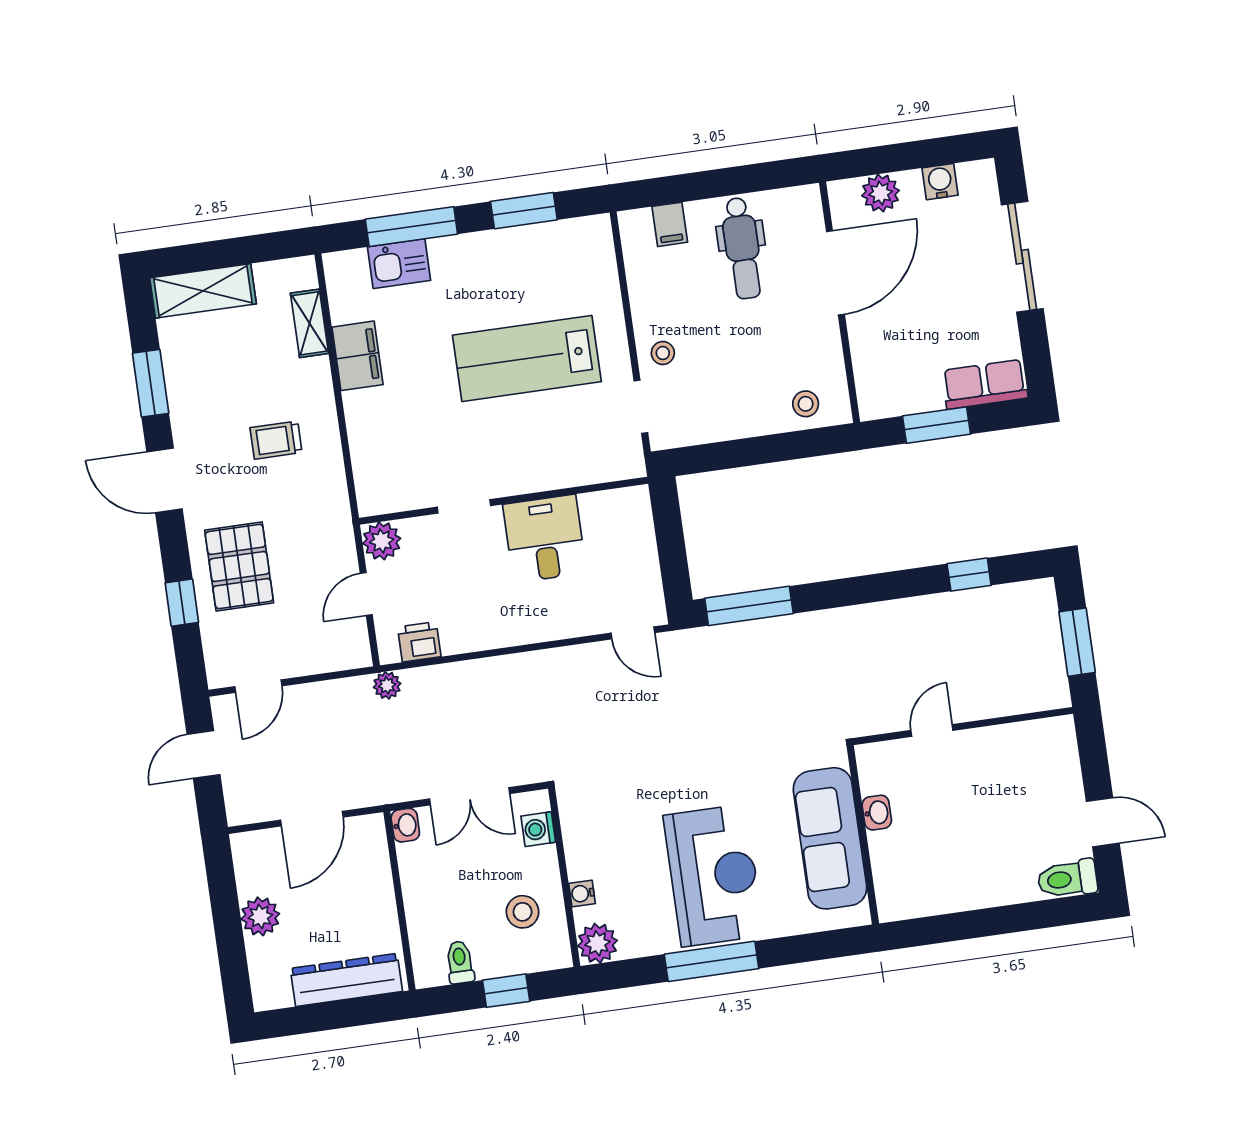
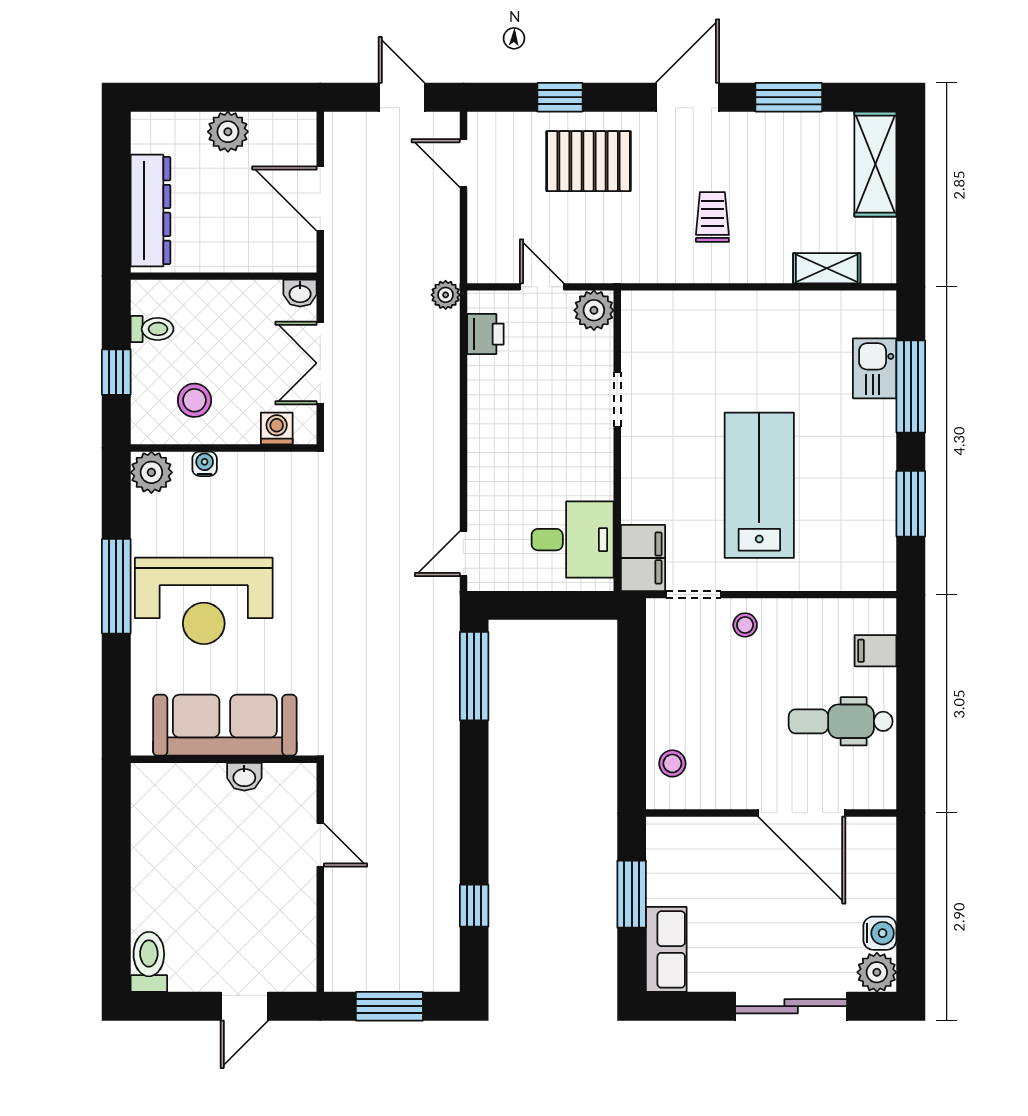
plant: (881, 193) -> (877, 972), moved
filing cabinet: (357, 356) -> (643, 558), moved, turned -90
desk: (545, 539) -> (573, 540), moved
door: (1103, 822) -> (244, 1006), moved

